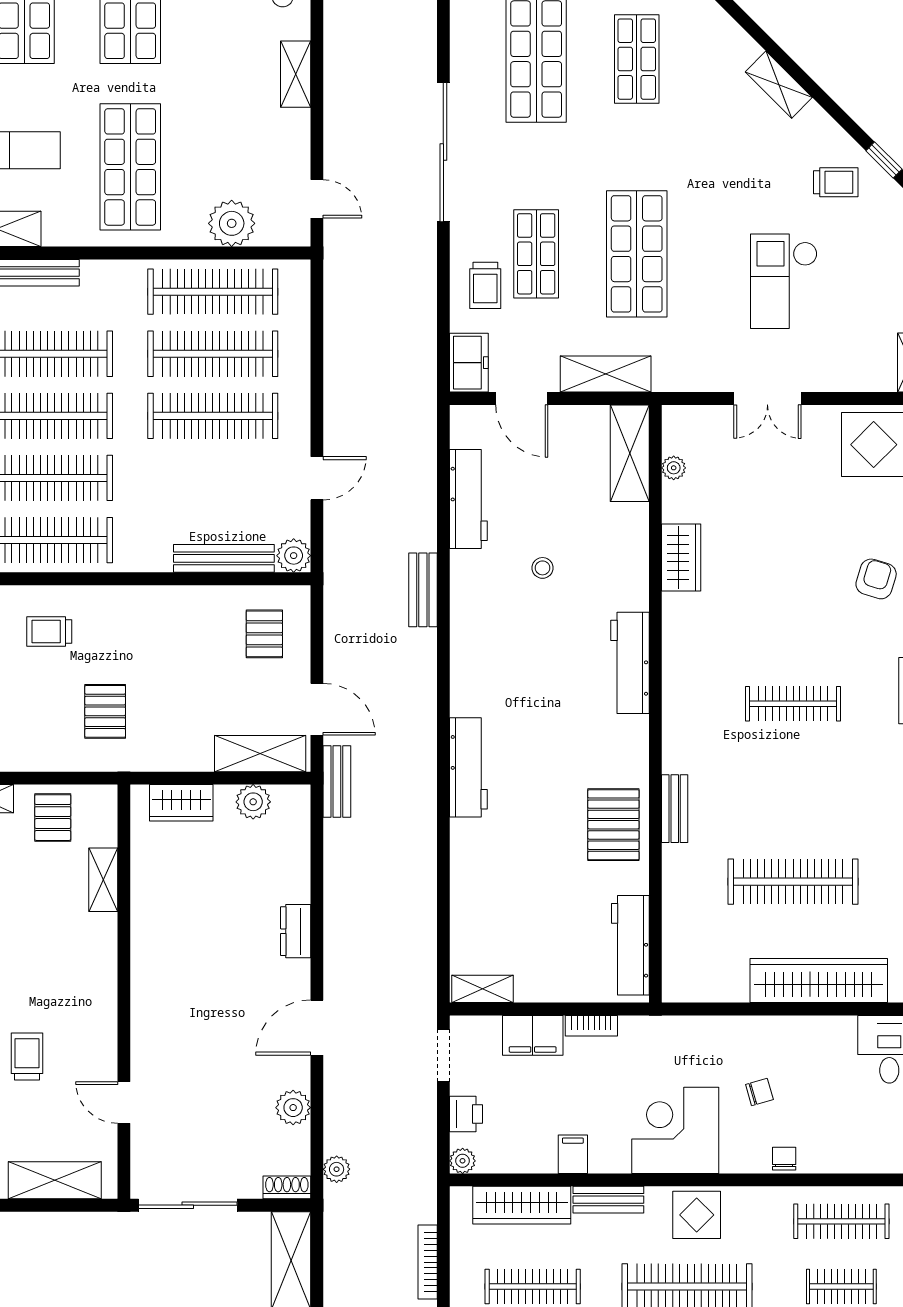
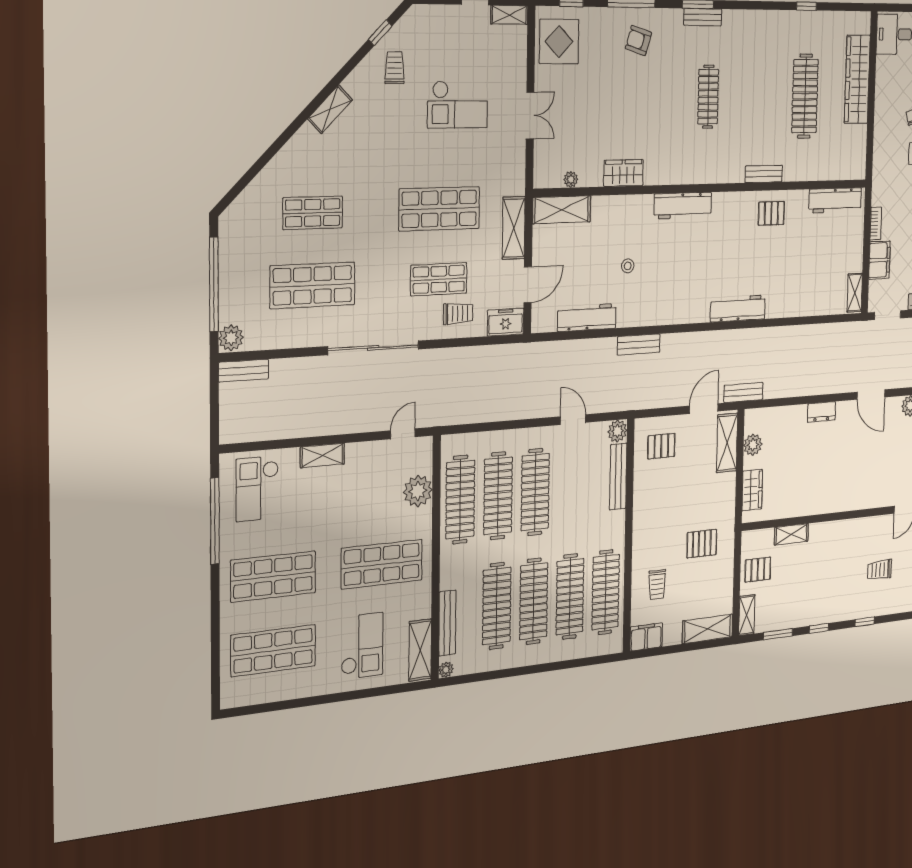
pallet: (613, 825) -> (771, 213), width x0.67, depth x0.71

